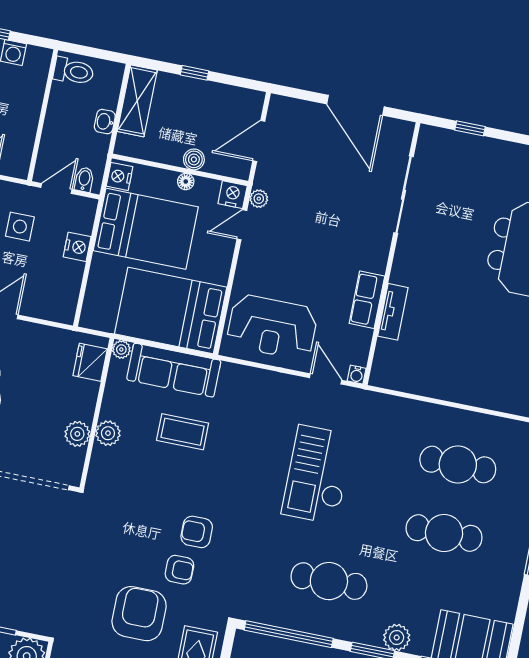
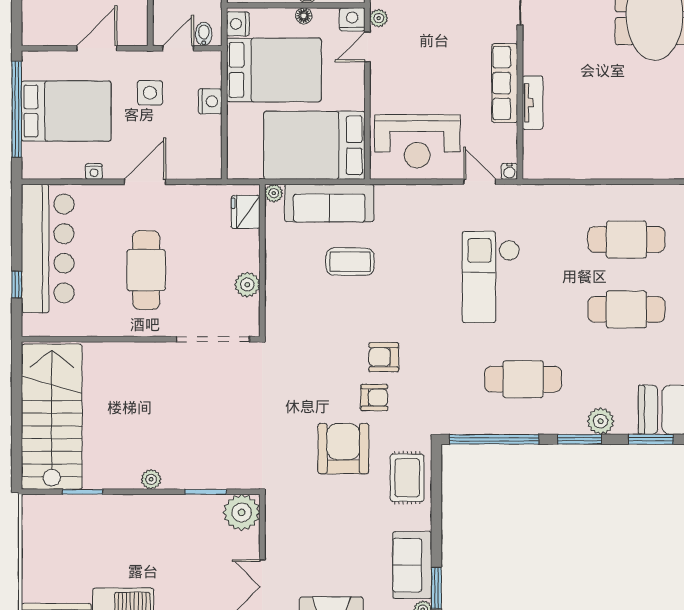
row of seats: (367, 300) -> (505, 83), width x1.48
plant: (108, 433) -> (277, 278), removed

